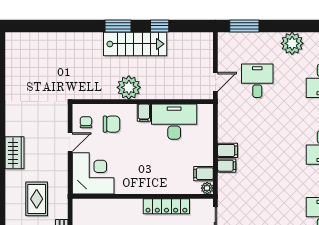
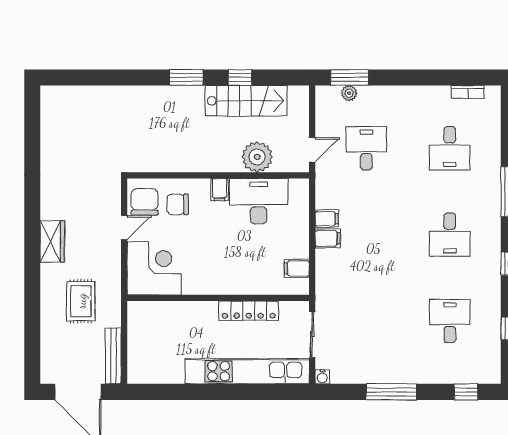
plant: (292, 43) -> (349, 93), moved, width x0.53, depth x0.53
stairs: (135, 44) -> (246, 101), moved
plant: (129, 87) -> (257, 157), moved
chair: (86, 122) -> (145, 202), width x1.87, depth x1.87
chair: (111, 124) -> (178, 204), turned 180
filing cabinet: (227, 166) -> (327, 219), moved
plant: (207, 188) -> (301, 287), removed

